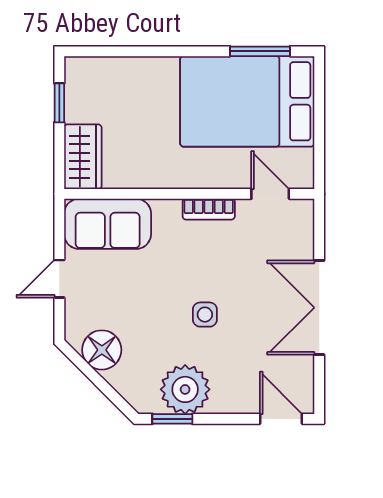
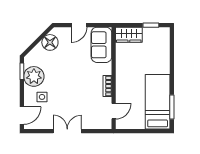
bed: (247, 101) -> (158, 102), width x0.67
door: (59, 279) -> (79, 25), swing flipped
double door: (319, 308) -> (67, 131), width x0.73
side table: (205, 315) -> (42, 97), moved

